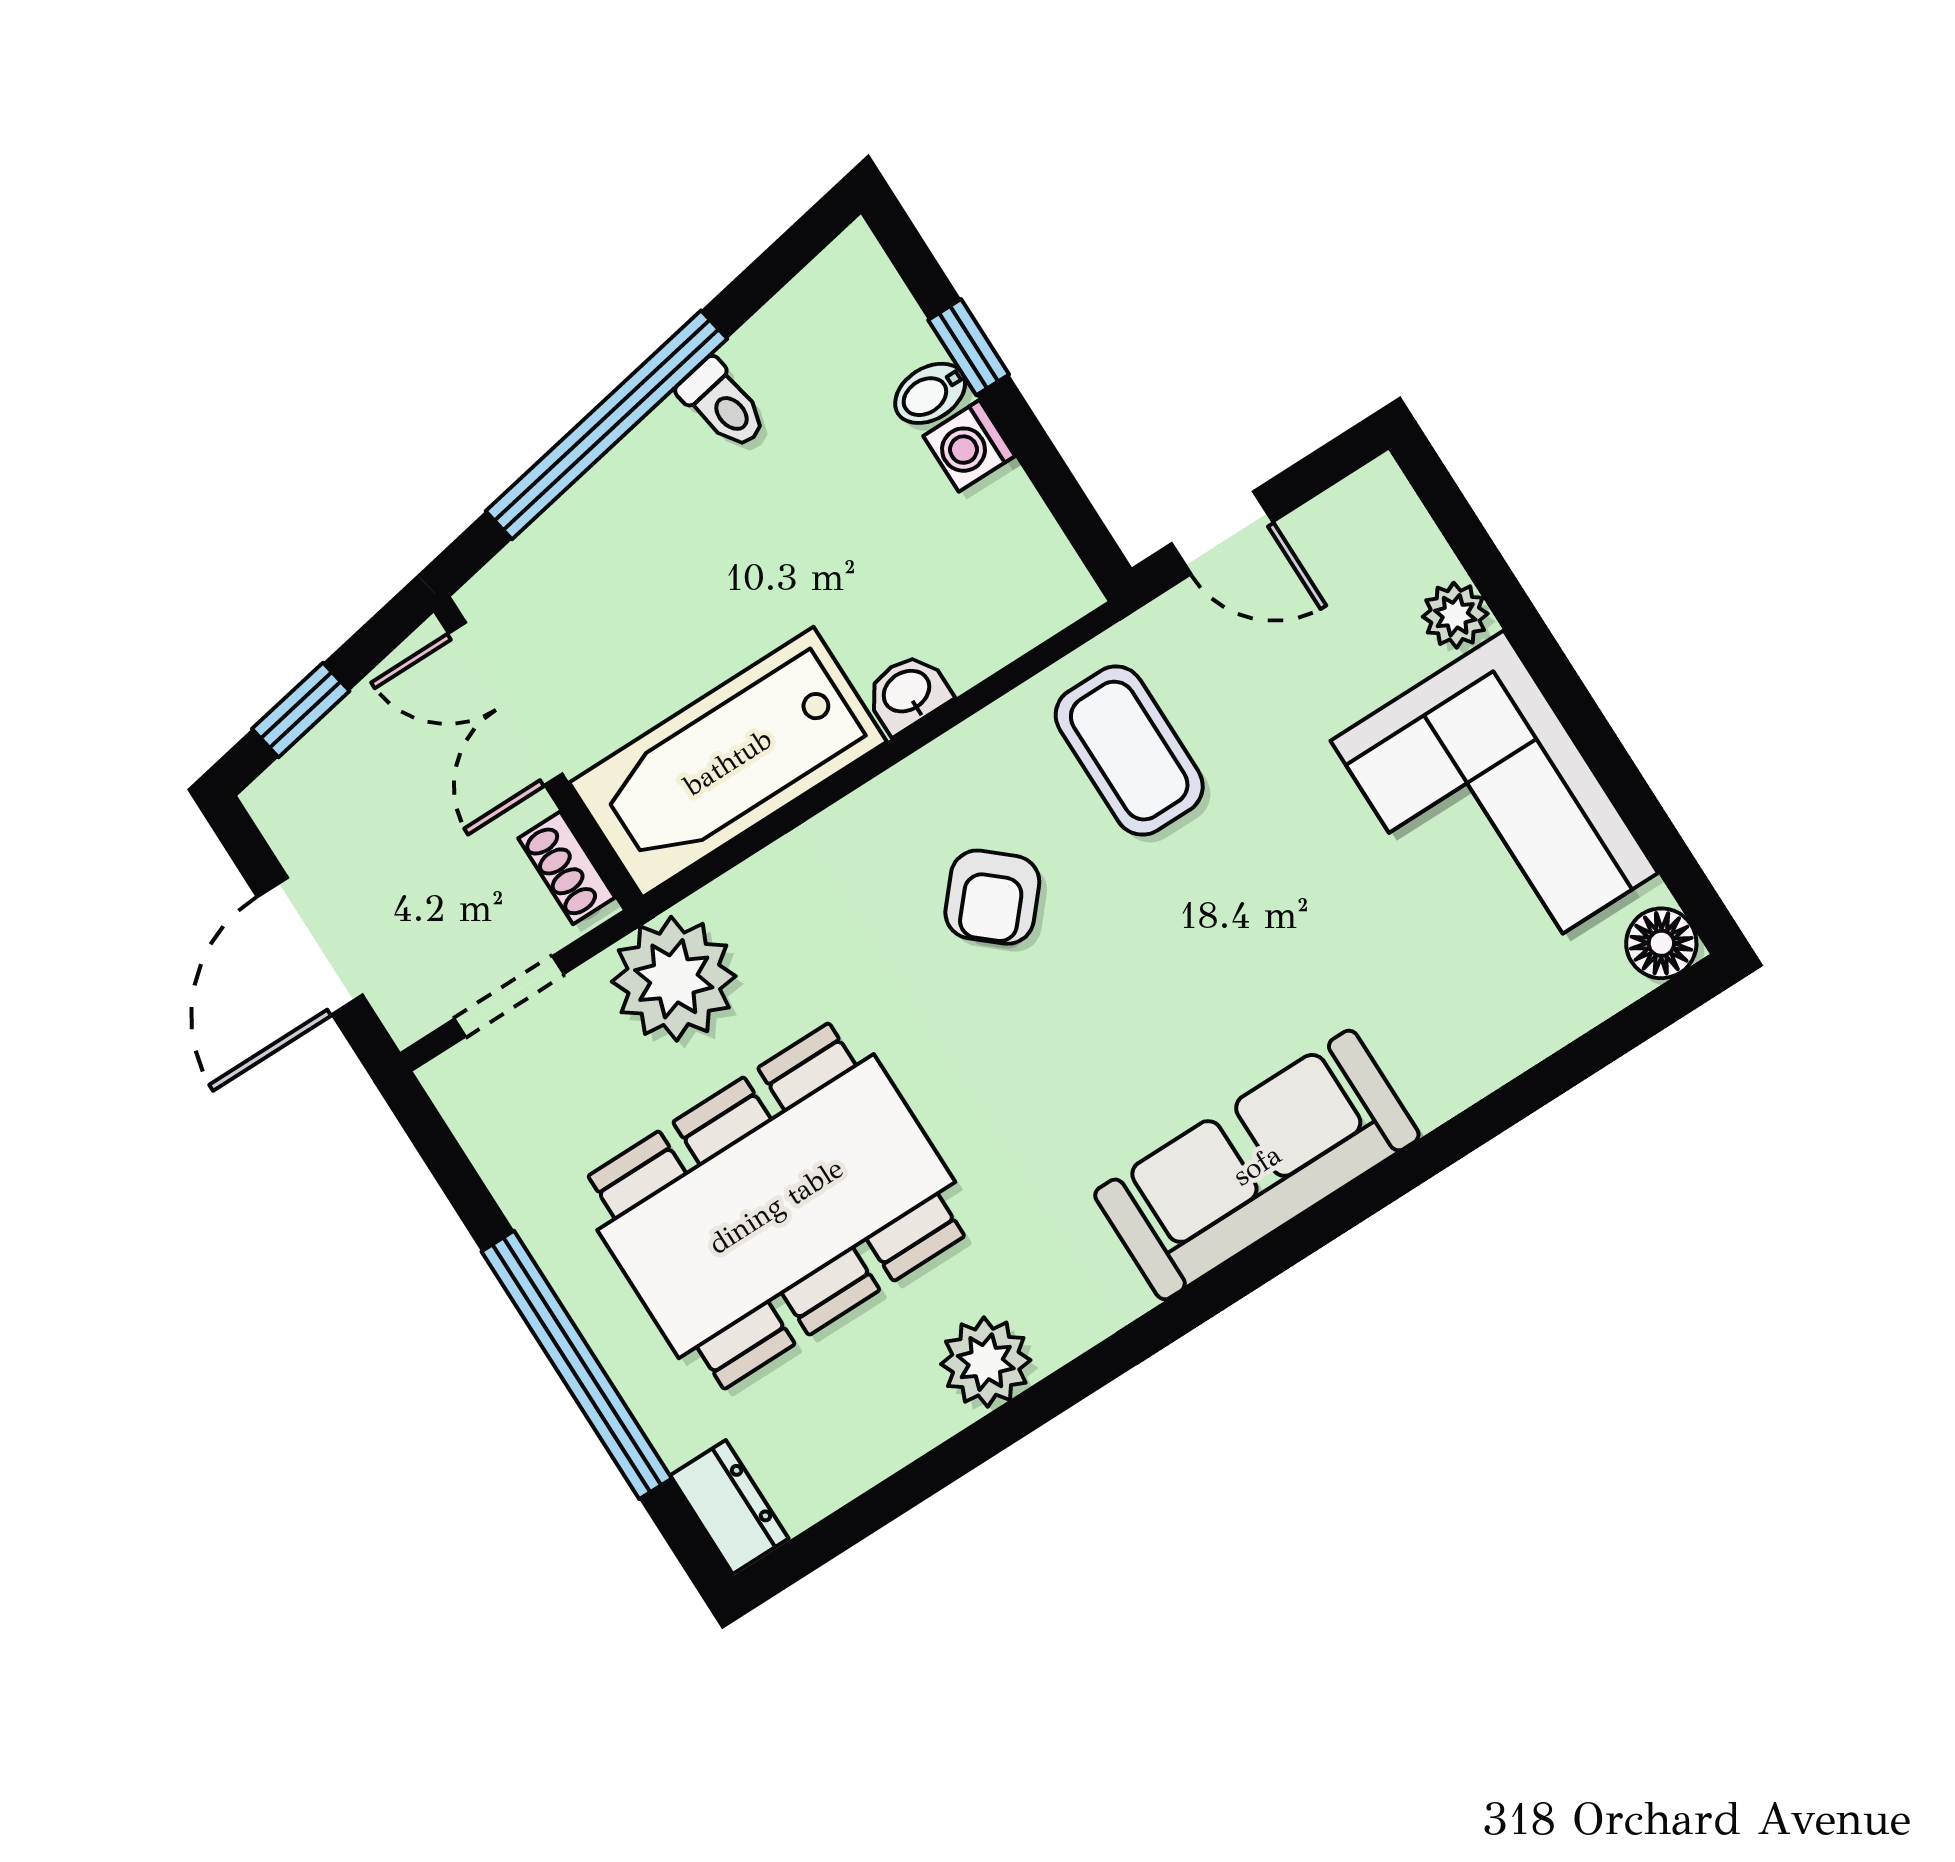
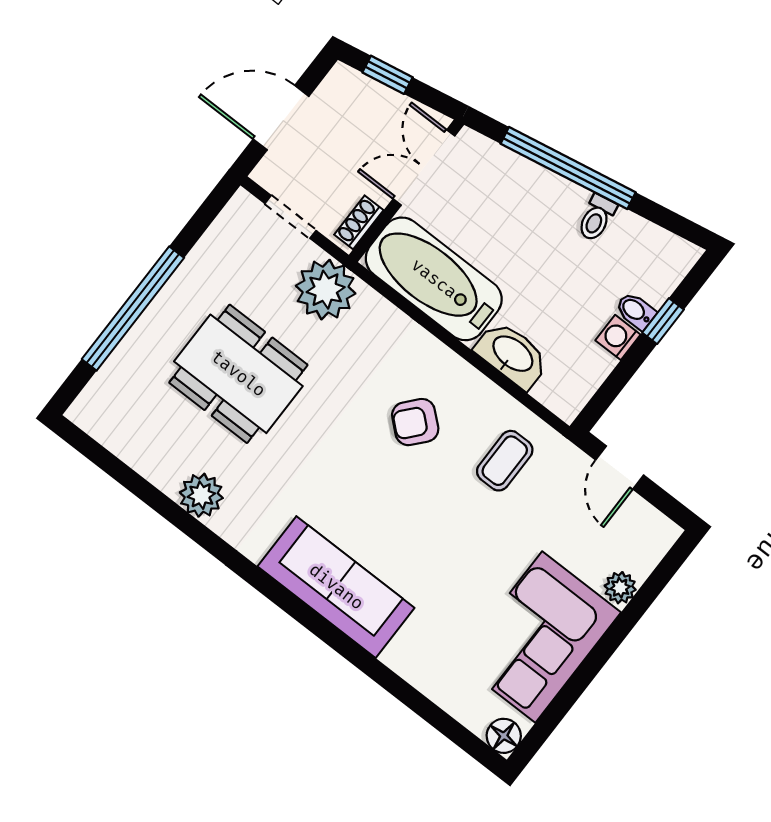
washbasin: (907, 693) -> (512, 355), width x1.91, depth x1.45
coffee table: (1129, 751) -> (505, 461), width x0.73, depth x0.77
dining table: (776, 1206) -> (238, 374), width x0.73, depth x0.80
dresser: (729, 1507) -> (93, 402), removed

